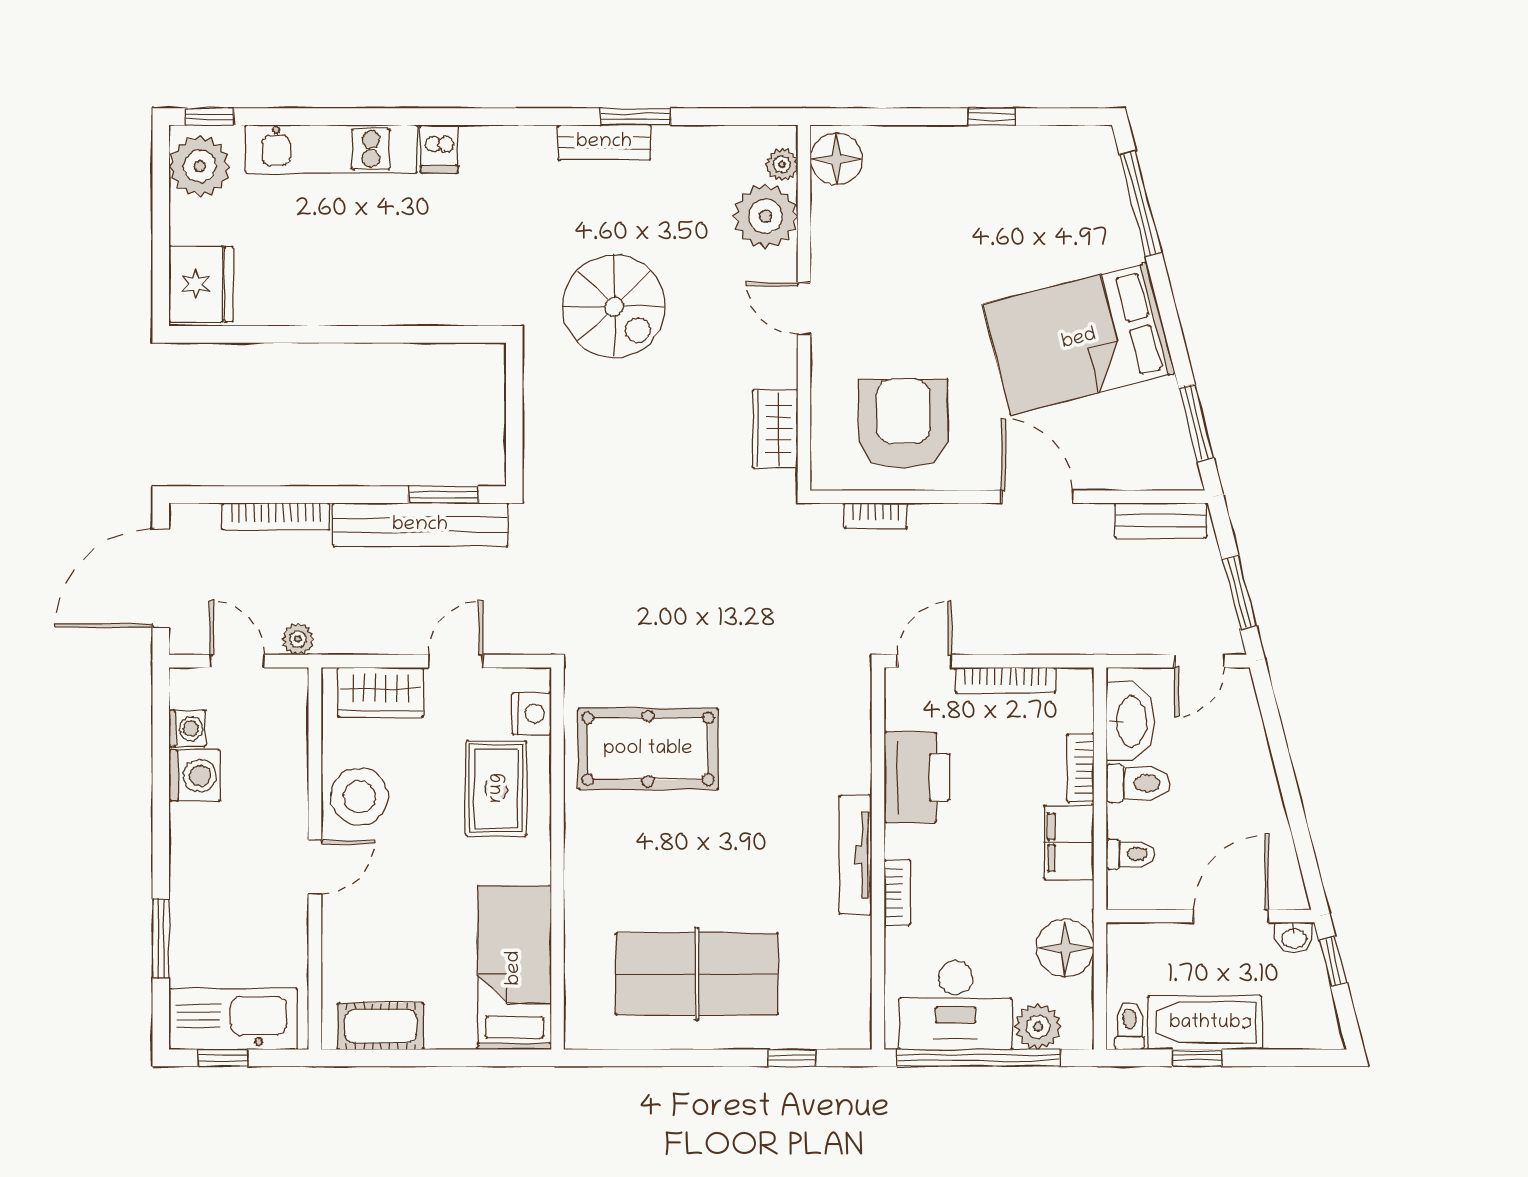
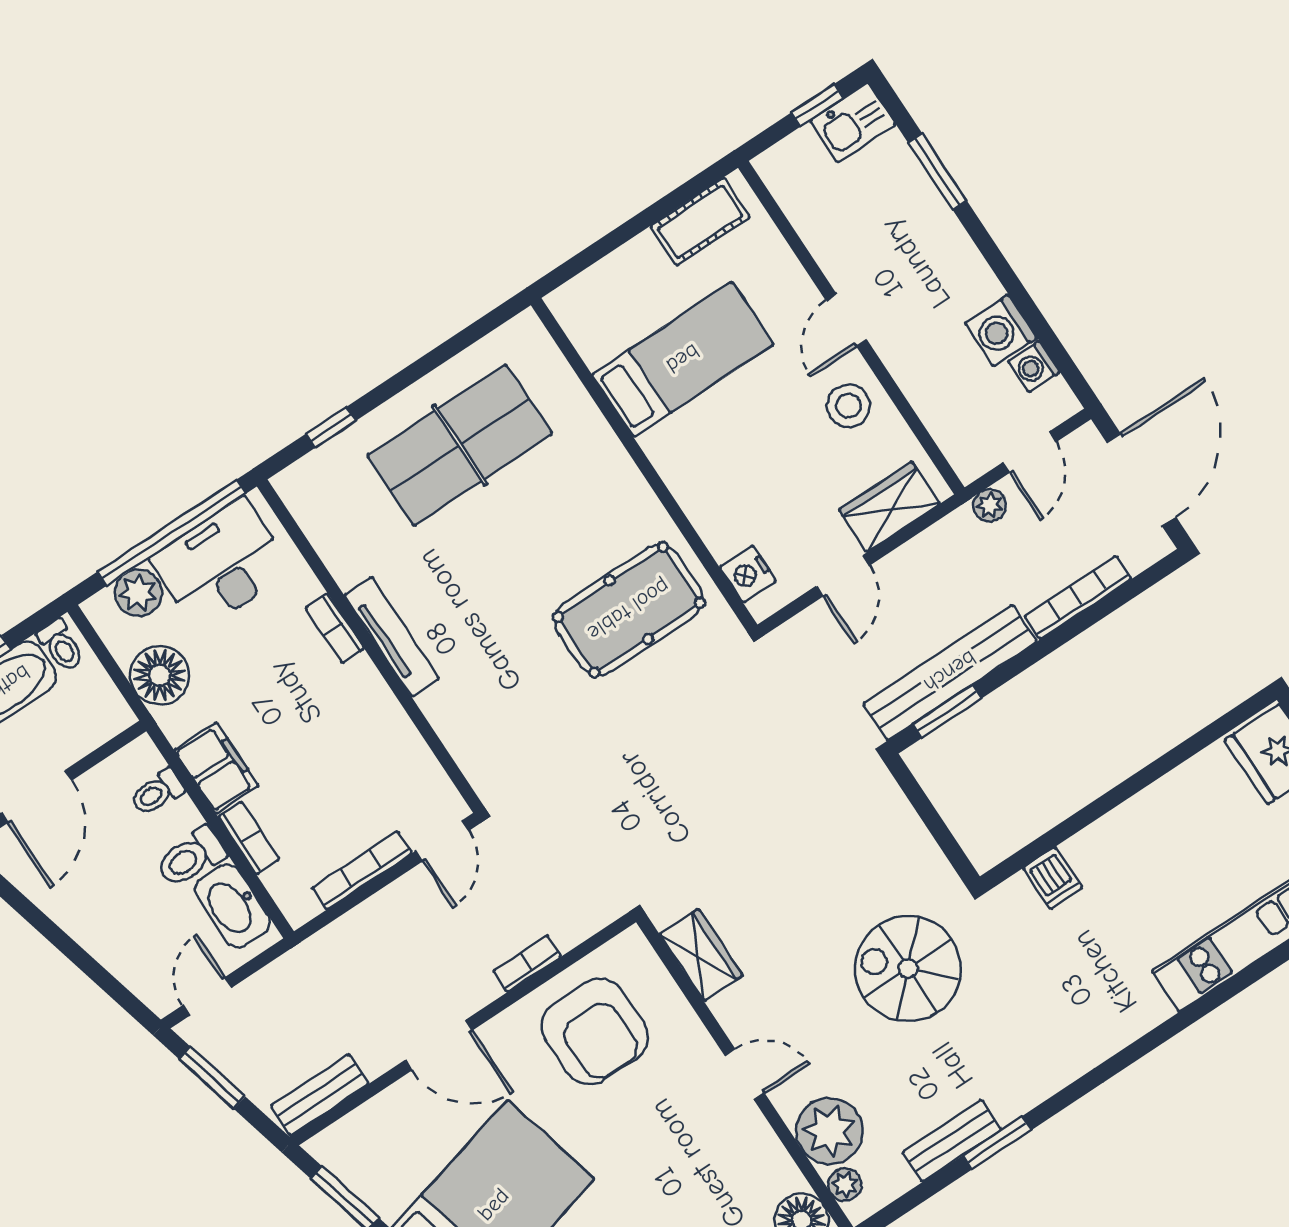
bench: (604, 142) -> (952, 1141), moved
dishwasher: (439, 149) -> (1053, 878), moved, turned 180
bookcase: (876, 516) -> (527, 964), moved
door: (237, 661) -> (1029, 452), hinge flipped
printer: (917, 777) -> (383, 737), removed
rug: (496, 788) -> (736, 490), removed
stool: (359, 796) -> (848, 406), width x0.73, depth x0.73
bed: (514, 968) -> (683, 359), moved, turned -90
kitchen sink: (233, 1019) -> (853, 122), width x0.53, depth x0.81

